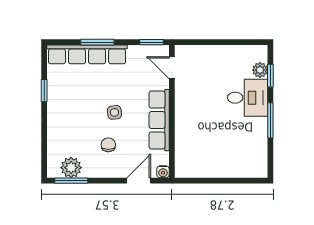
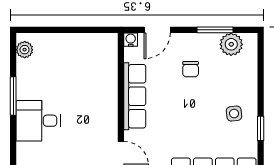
plant: (260, 70) -> (25, 50), moved
window: (270, 76) -> (13, 145), removed
side table: (114, 112) -> (234, 114), moved
window: (71, 181) -> (215, 30), moved

